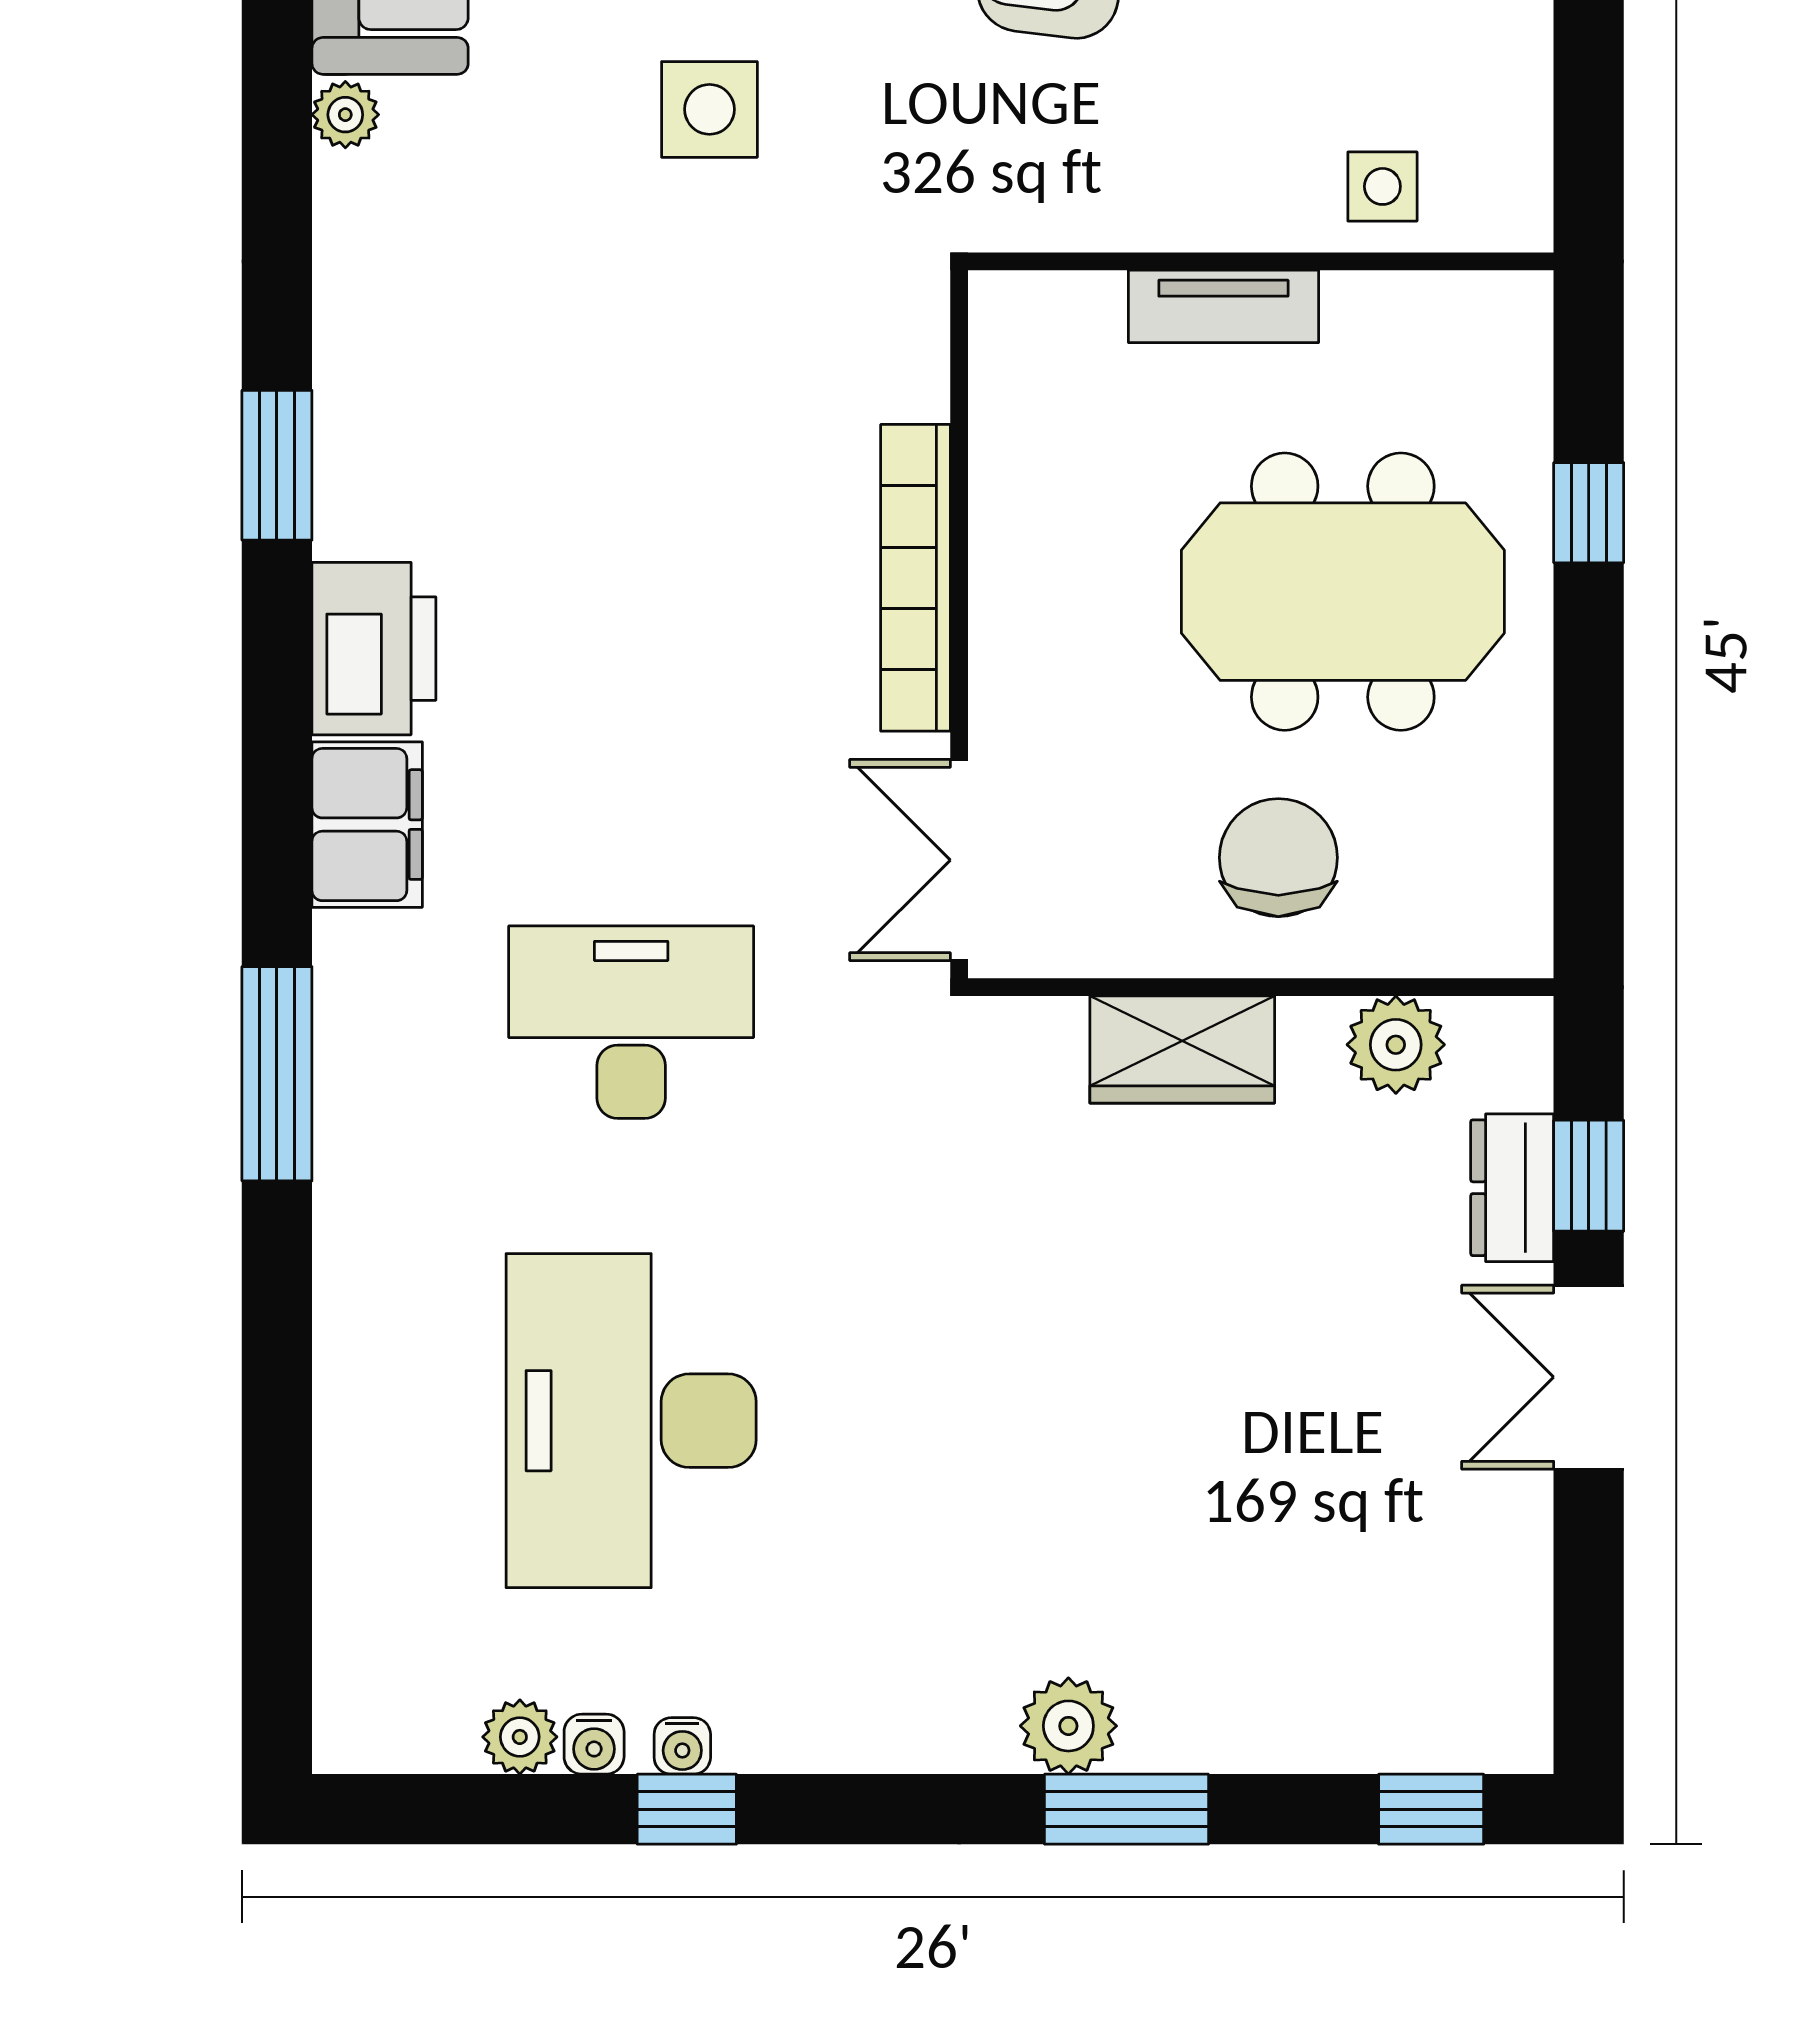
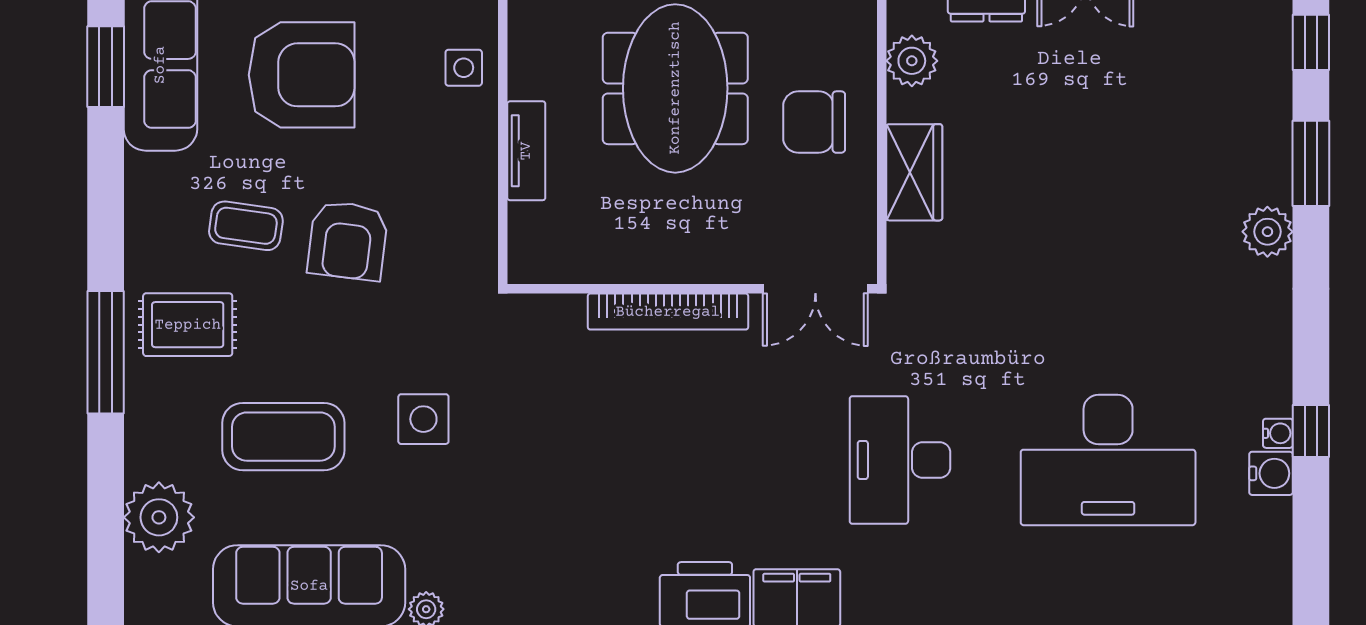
plant: (520, 1737) -> (1273, 518), removed
water cooler: (594, 1744) -> (1271, 473), width x1.38, depth x1.38
window: (1127, 1809) -> (1311, 163), moved

